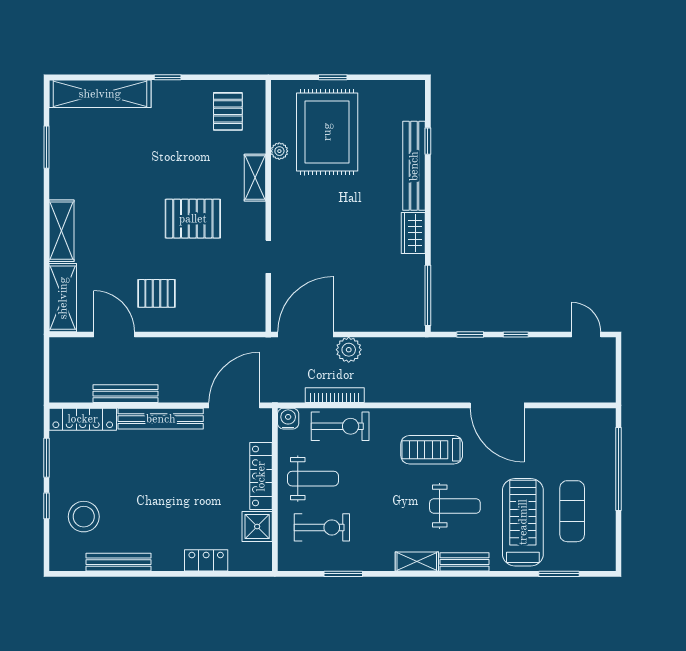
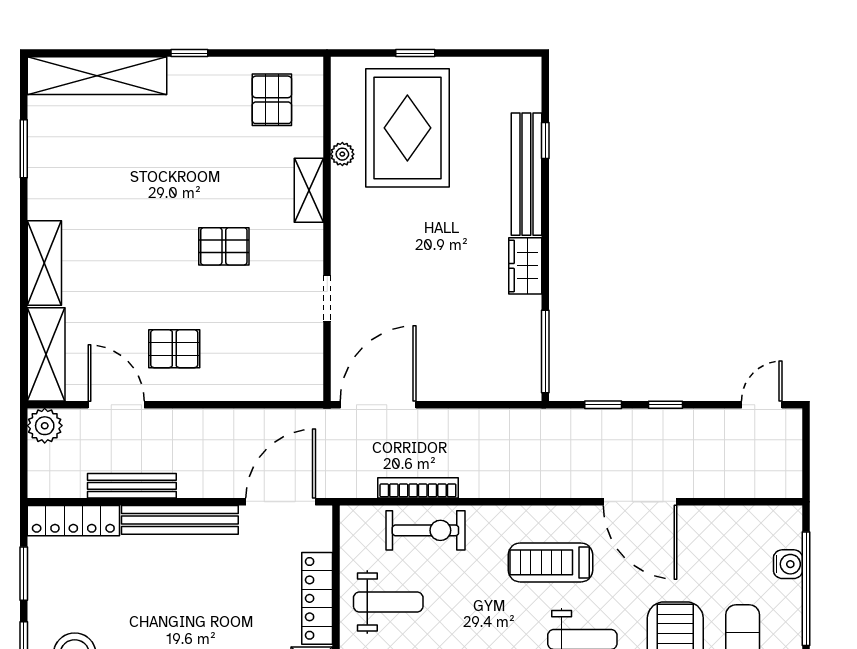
pallet: (193, 219) -> (224, 246), width x0.67, depth x0.71
door: (586, 334) -> (762, 405), hinge flipped
plant: (349, 350) -> (45, 426), moved
water cooler: (288, 419) -> (788, 564), moved, turned 90

